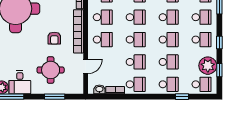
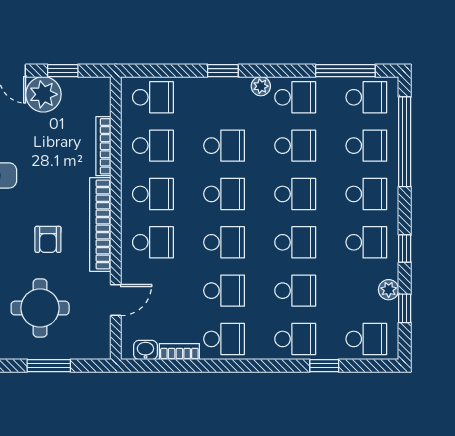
plant: (208, 66) -> (389, 290), width x0.53, depth x0.53

